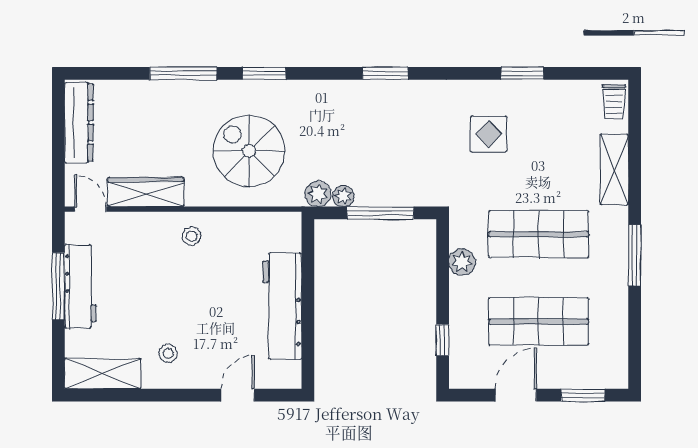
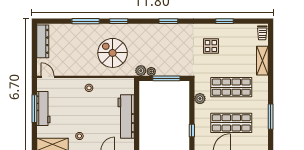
wardrobe: (146, 192) -> (70, 70), removed
window: (635, 255) -> (271, 117), moved

